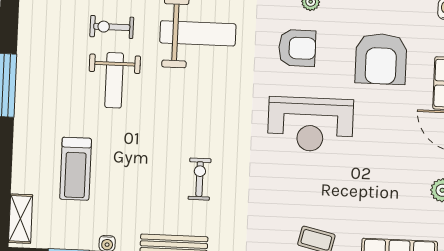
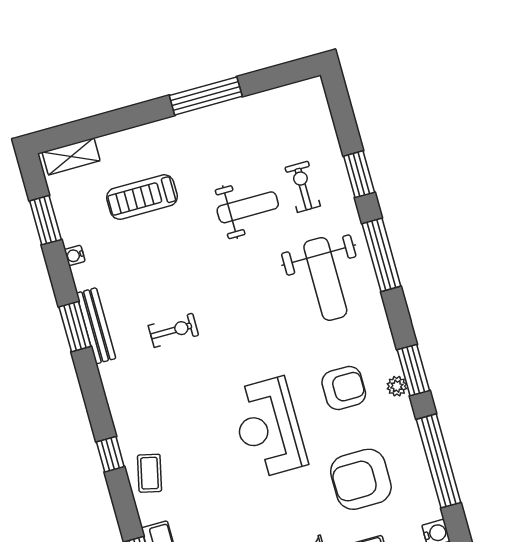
armchair: (297, 48) -> (344, 388), turned -90
weight bench: (114, 80) -> (248, 207), turned 180

